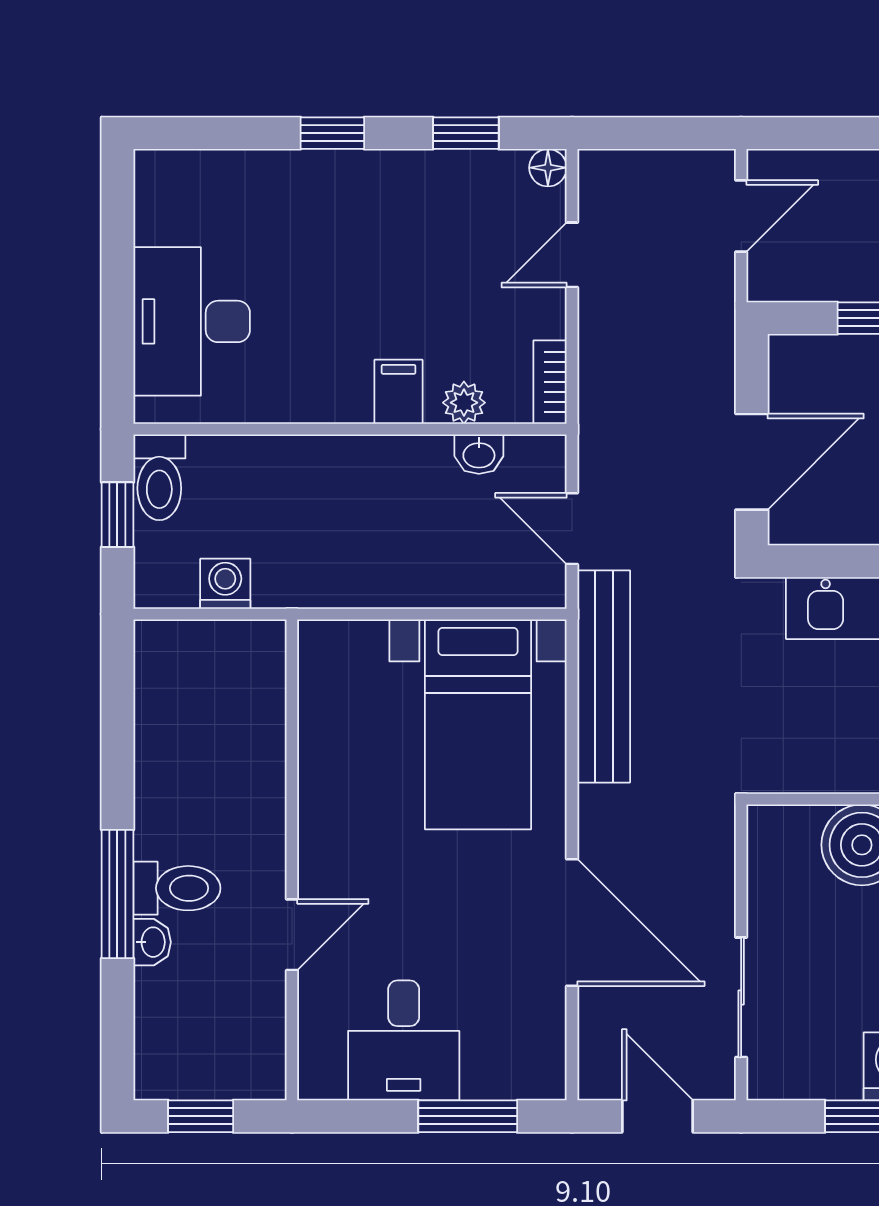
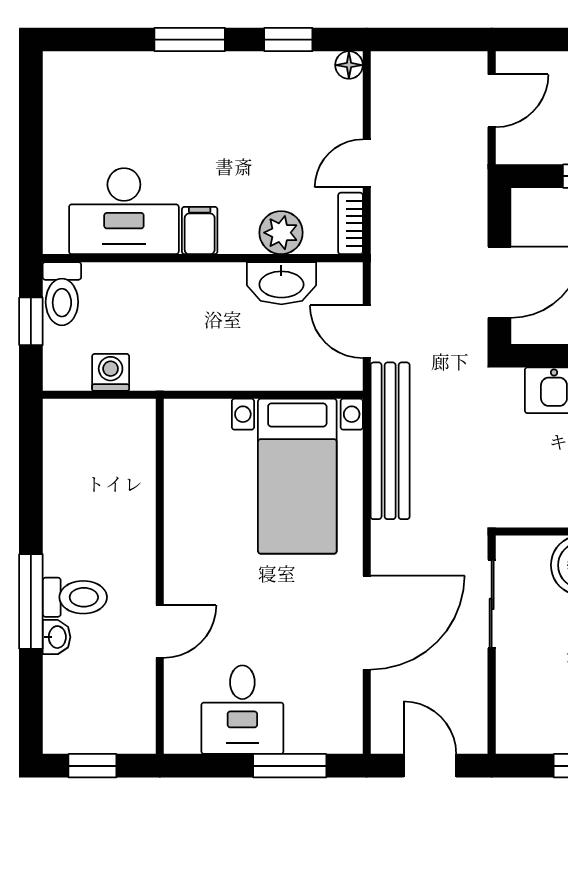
window: (332, 133) -> (190, 40), width x1.50
door: (572, 255) -> (367, 163), moved
desk: (192, 321) -> (124, 211), moved, turned -90
filing cabinet: (398, 392) -> (200, 231), moved
plant: (464, 403) -> (281, 233), width x1.38, depth x1.38
washbasin: (479, 454) -> (281, 283), width x1.91, depth x1.45
door: (572, 922) -> (367, 623), hinge flipped
sliding door: (741, 997) -> (492, 604), moved

